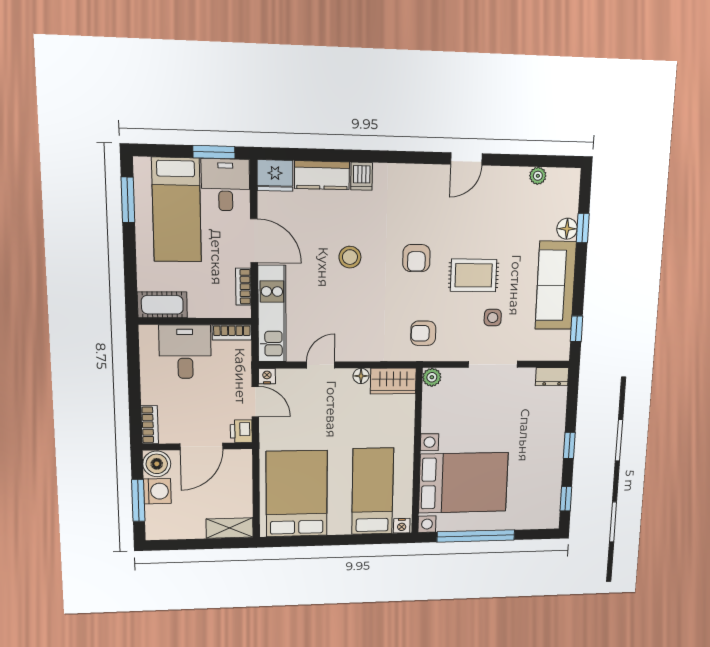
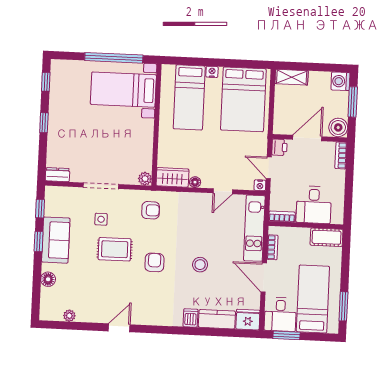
window: (583, 228) -> (39, 241), moved
sofa: (556, 285) -> (56, 240), width x0.73
bed with nightstands: (463, 483) -> (123, 90), width x0.73
washing machine: (157, 491) -> (340, 81), moved
nightstand: (402, 526) -> (212, 72), moved

